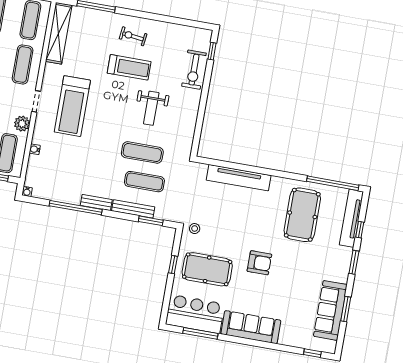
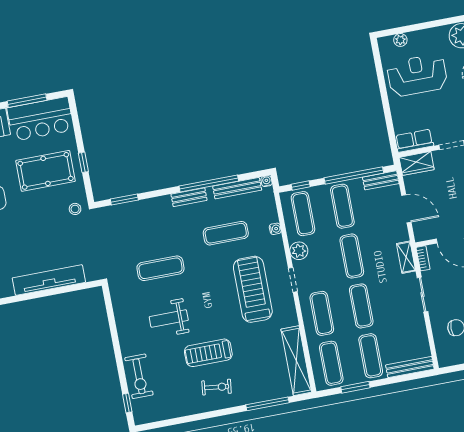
exercise bike: (194, 70) -> (139, 376), turned 180
weight bench: (151, 108) -> (169, 318), turned -90
exercise mat: (144, 182) -> (226, 233), moved
bench: (133, 209) -> (237, 188), moved

